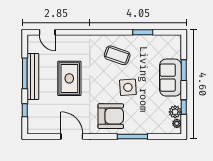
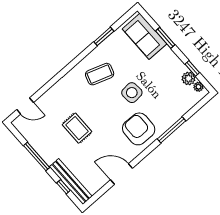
bench: (33, 77) -> (71, 182), moved
rug: (69, 78) -> (77, 128), width x0.73, depth x0.70
sofa: (170, 78) -> (145, 36), moved
armchair: (111, 116) -> (139, 129), turned -89

